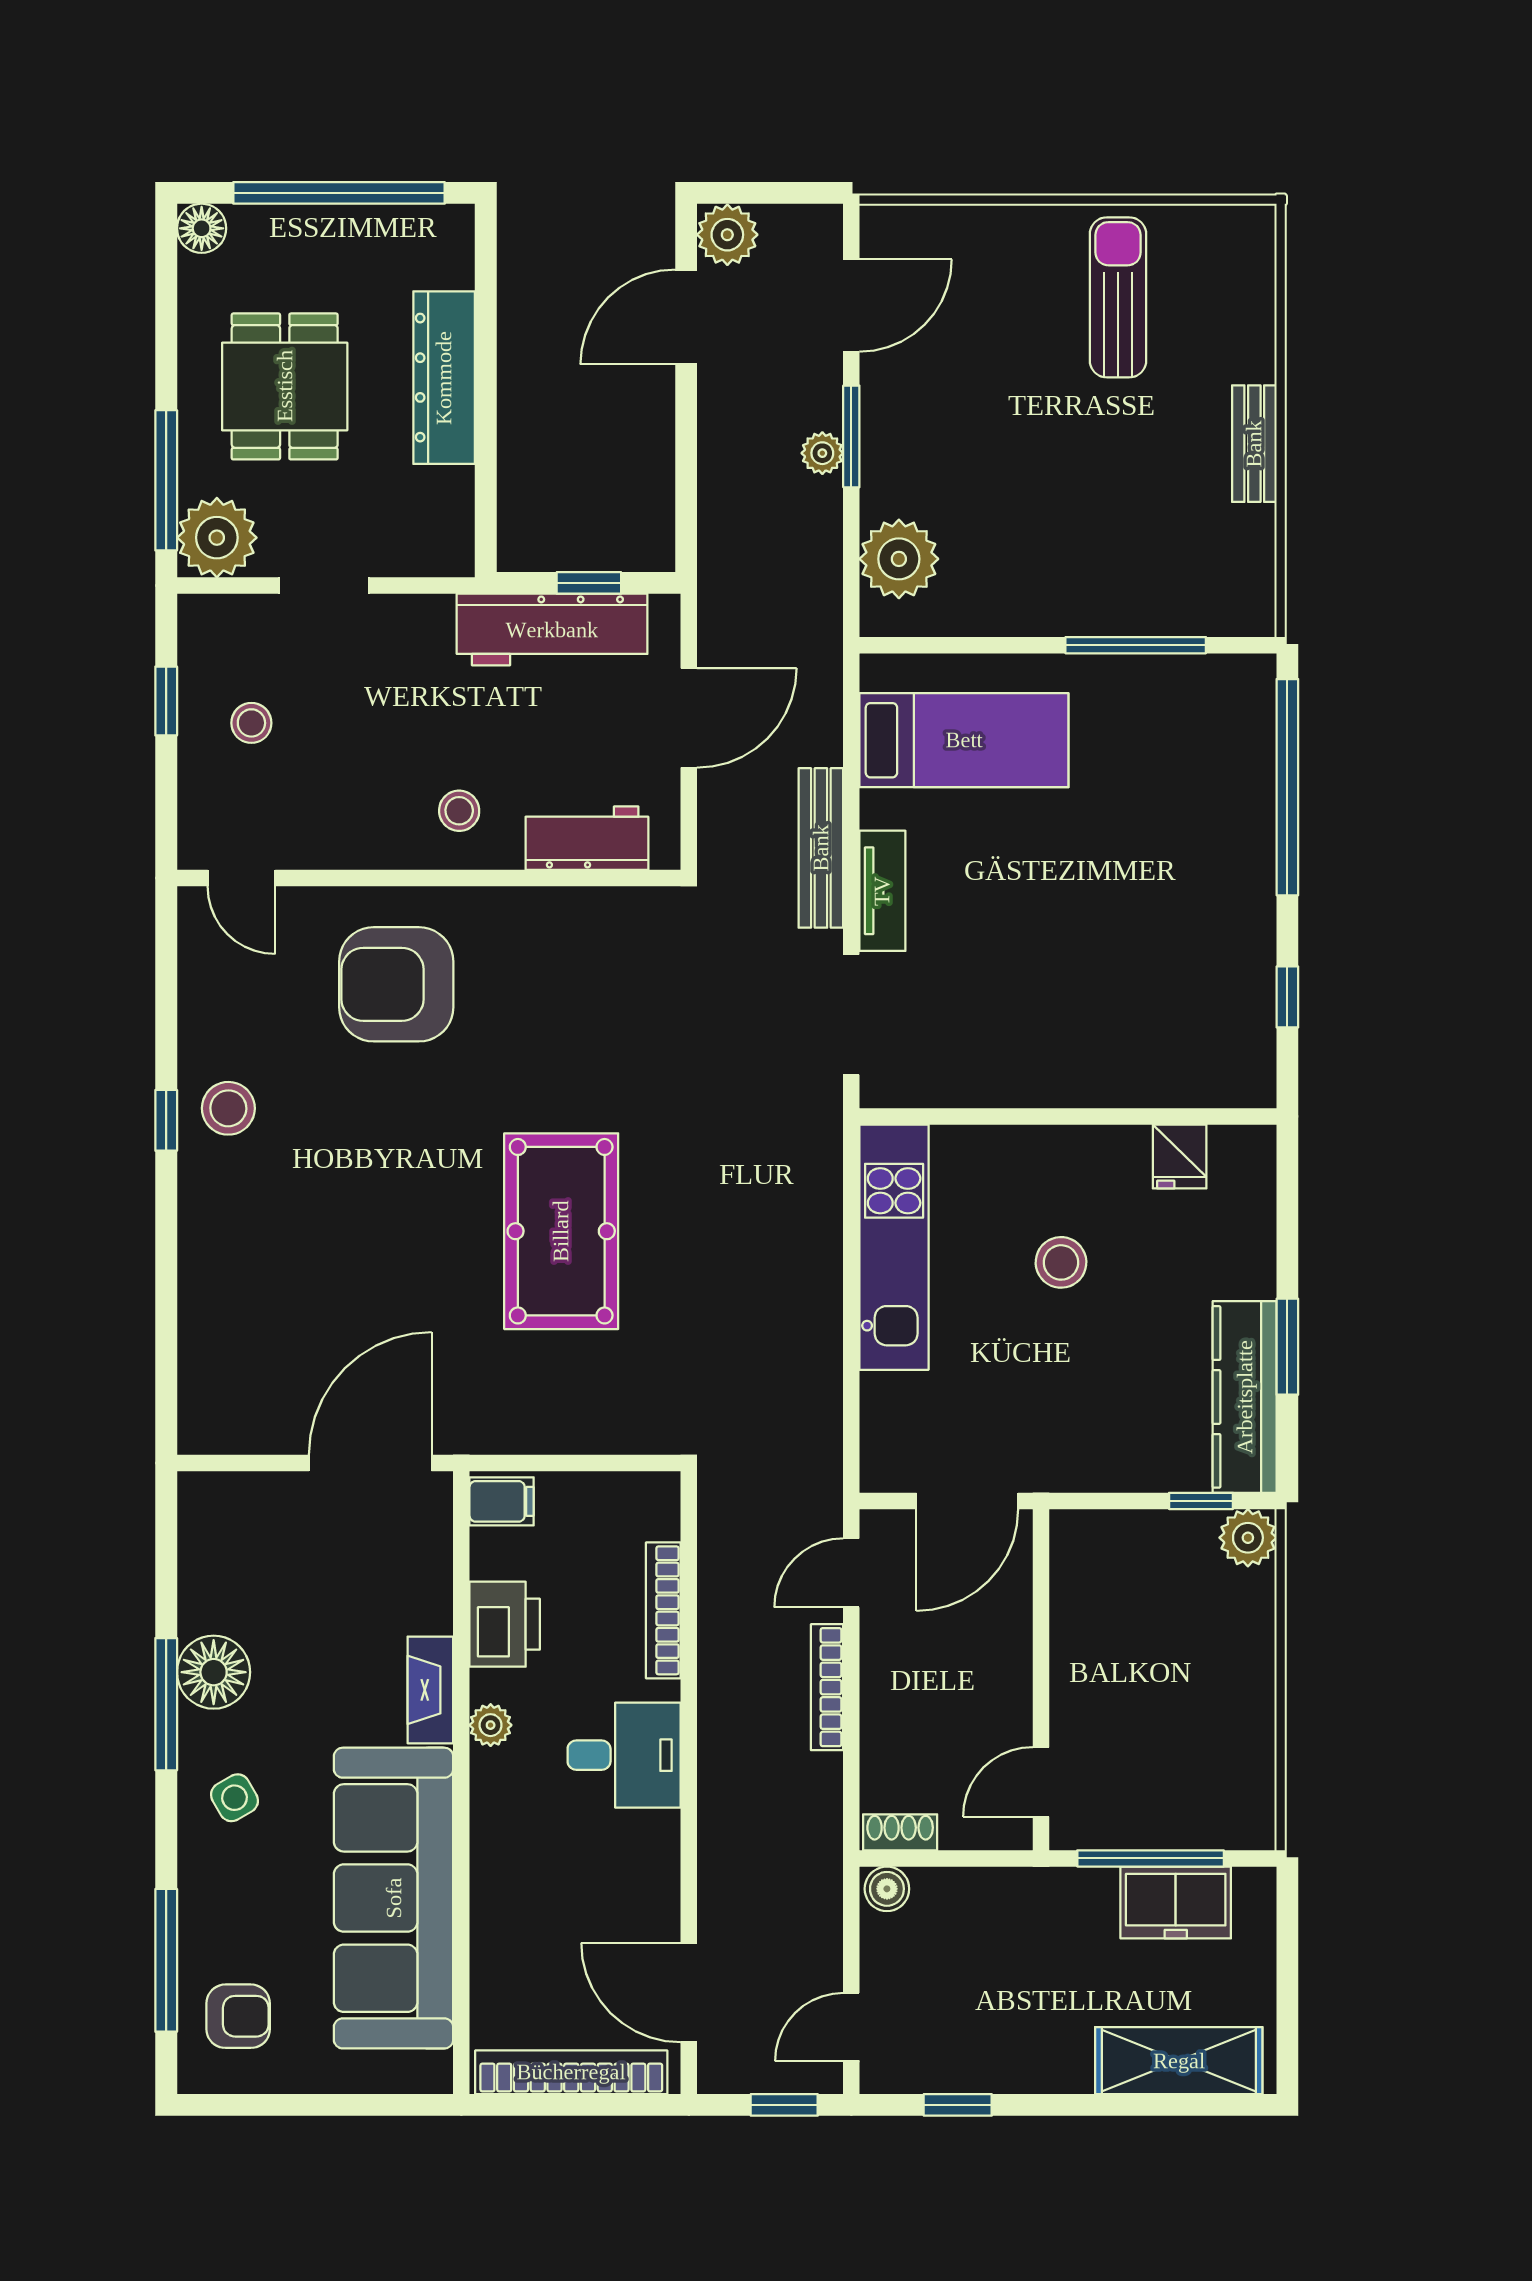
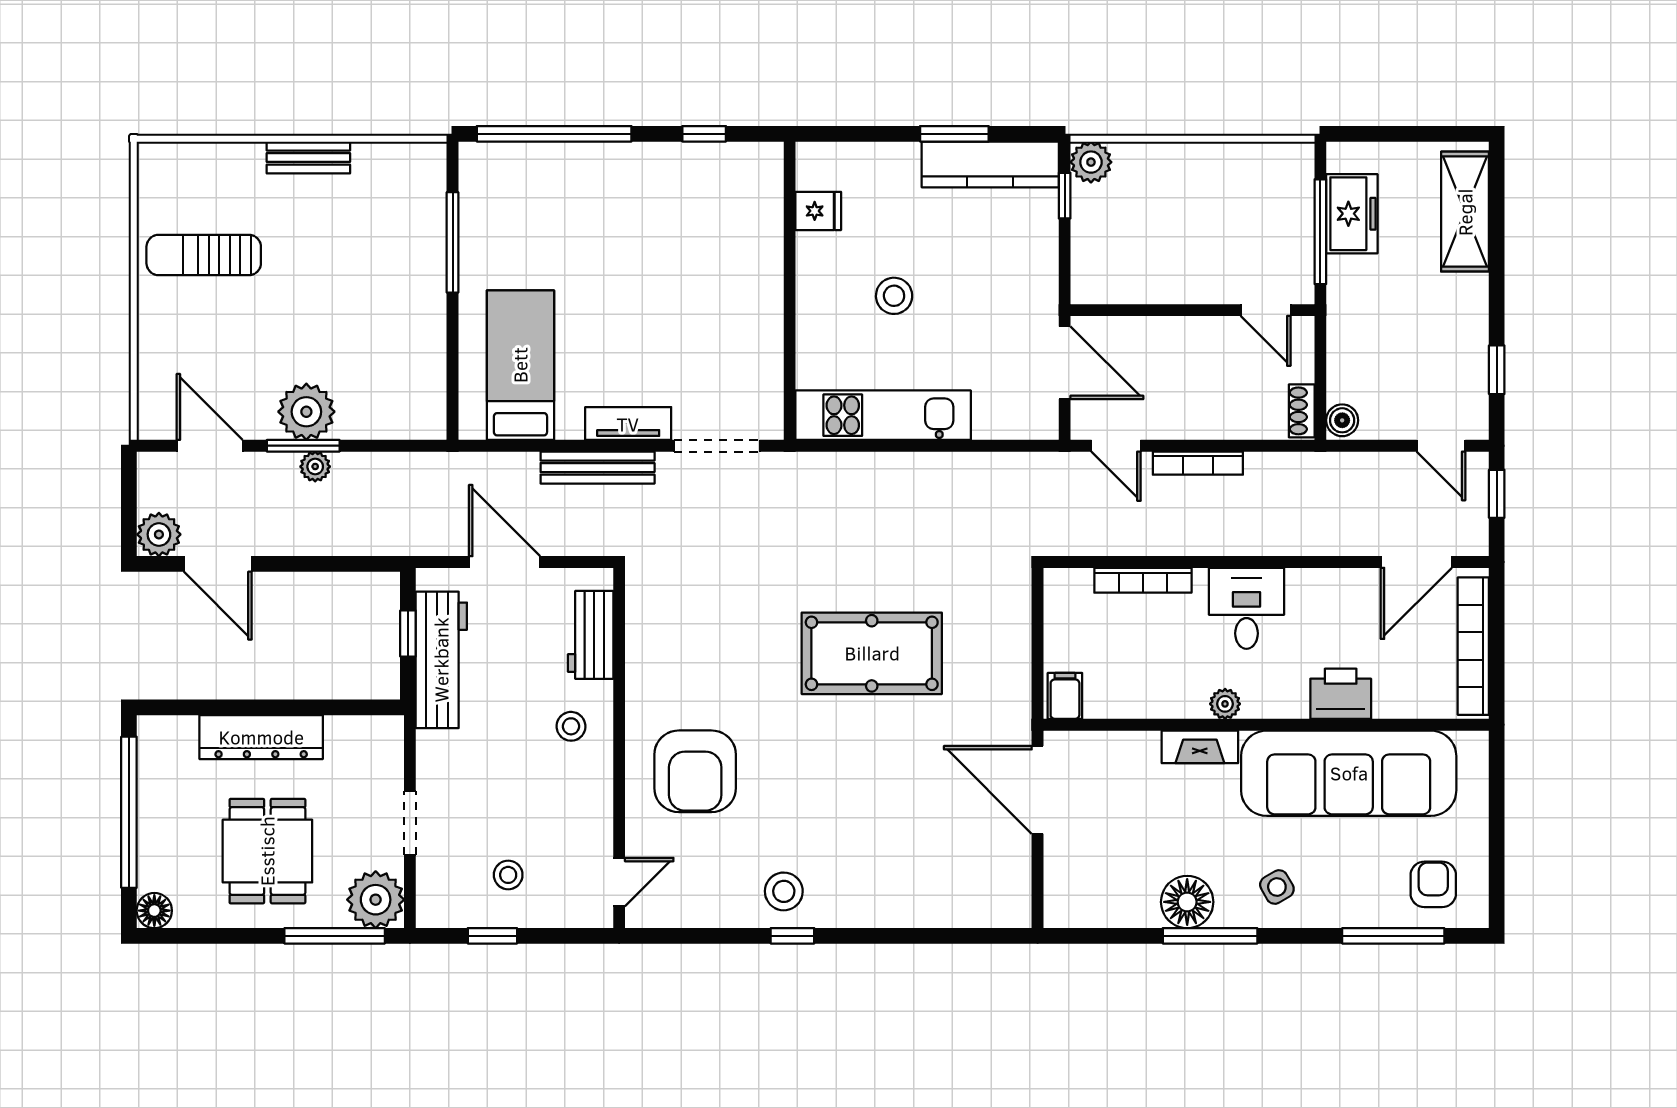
dining table: (285, 386) -> (267, 851), turned 90
plant: (899, 559) -> (306, 412), moved
printer: (505, 1624) -> (1341, 694), moved

